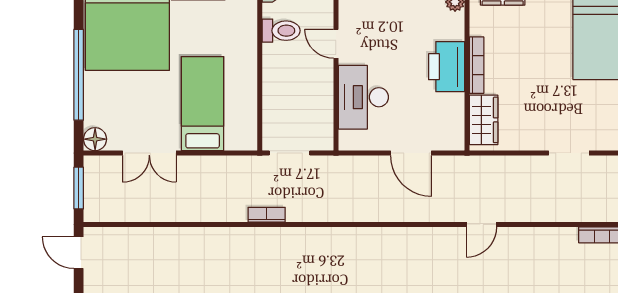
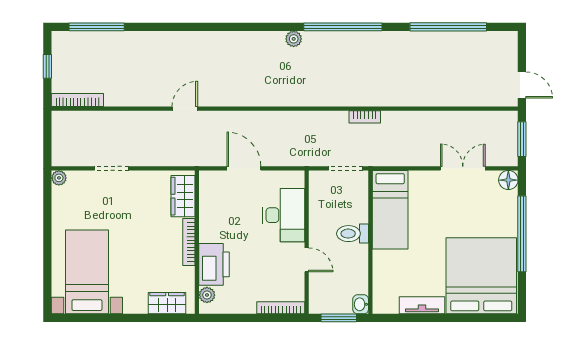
toilet: (281, 31) -> (353, 234), moved
printer: (447, 67) -> (214, 264), moved
bed: (203, 104) -> (390, 210), moved

